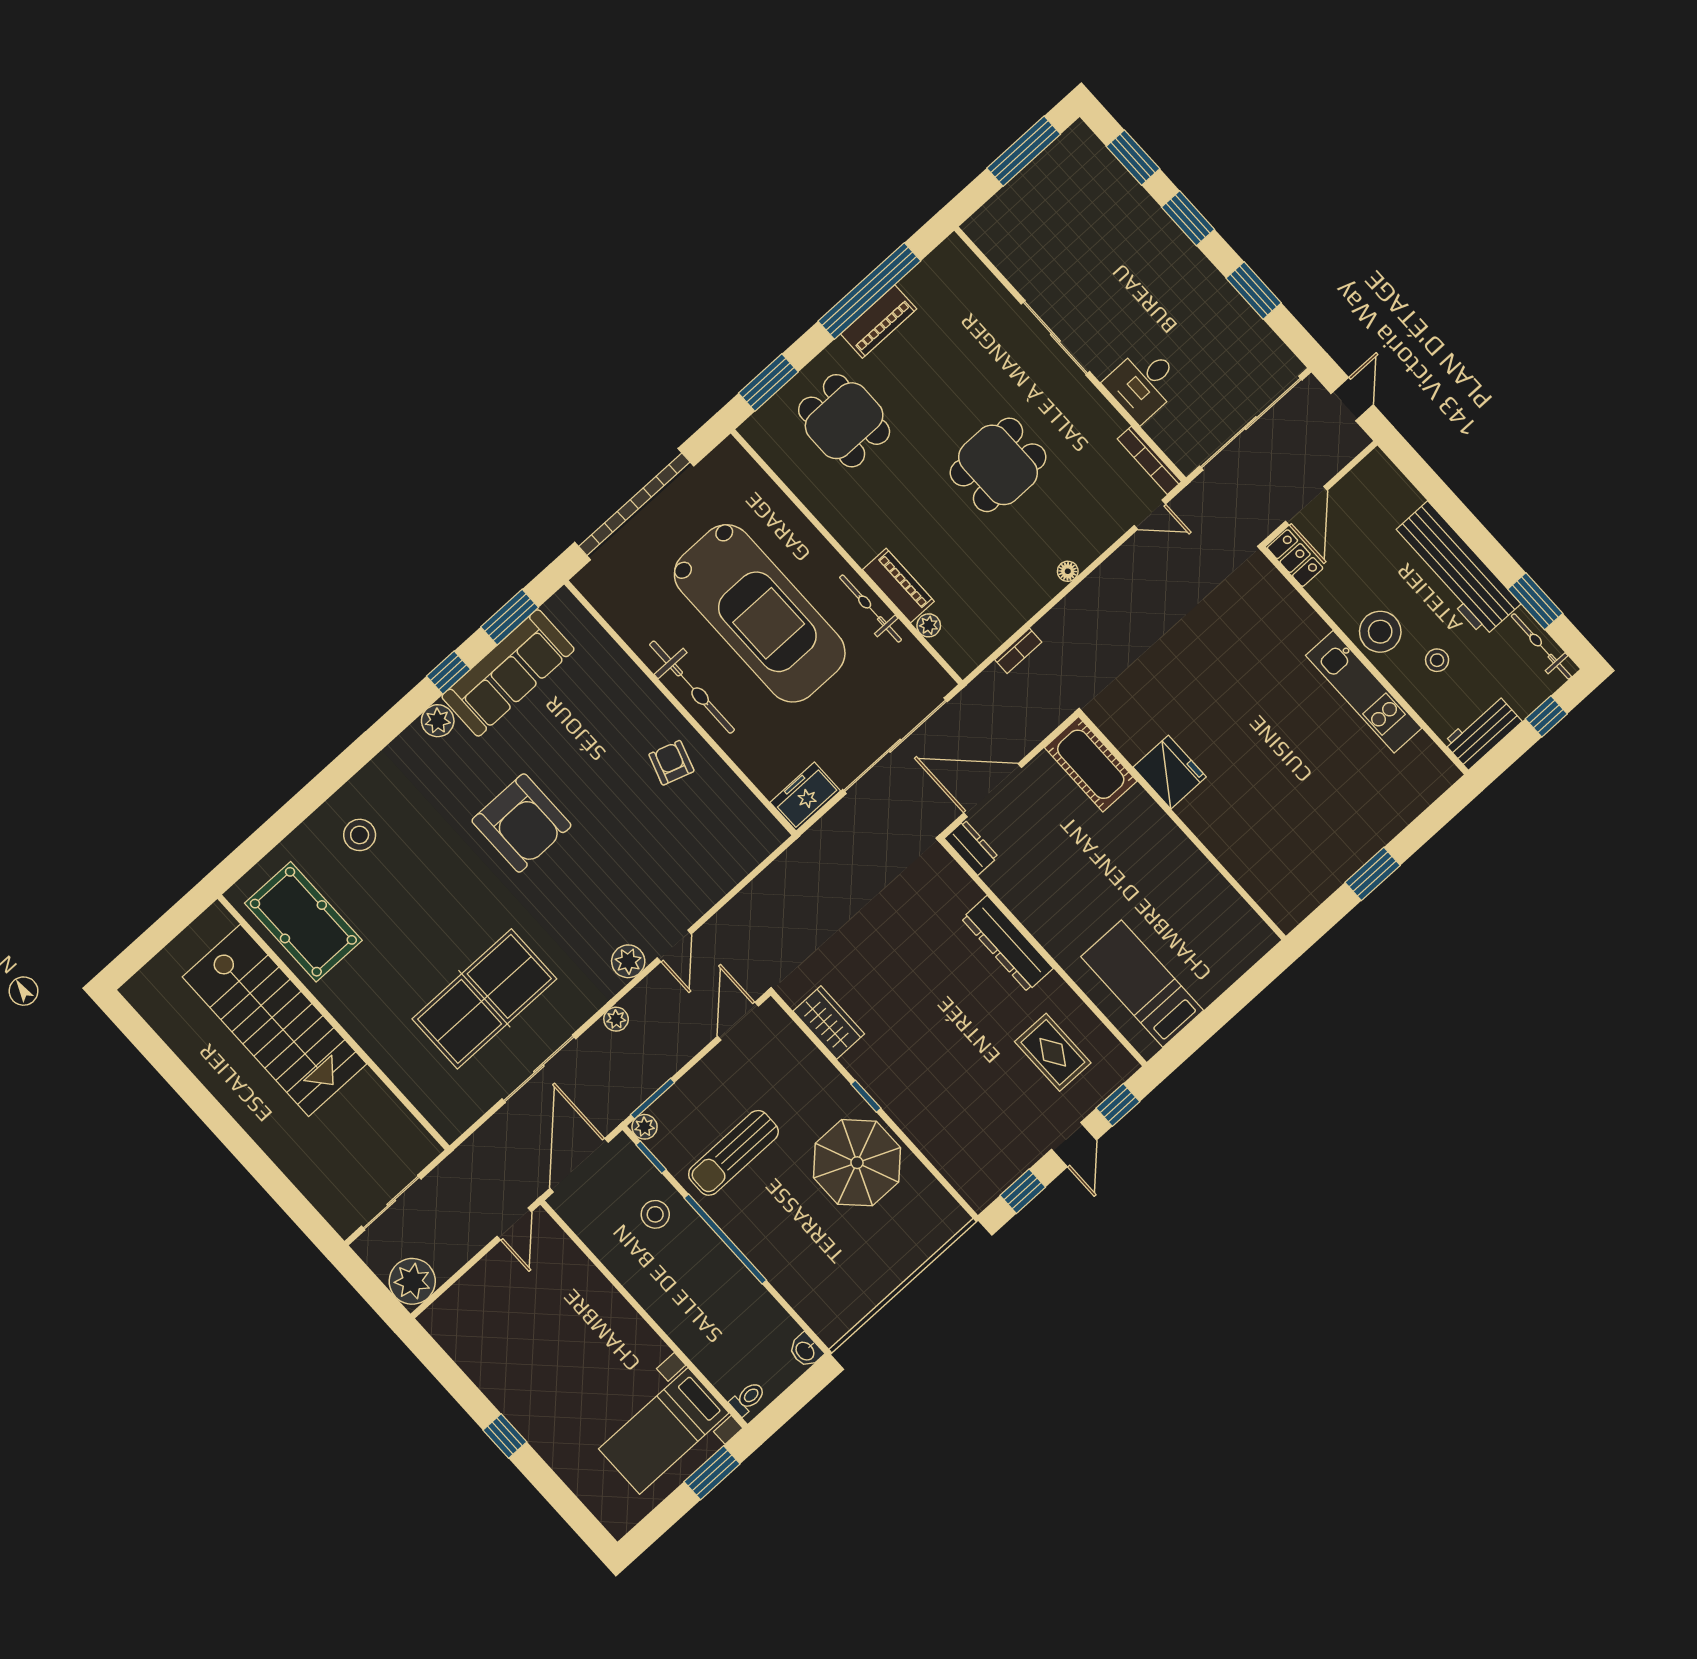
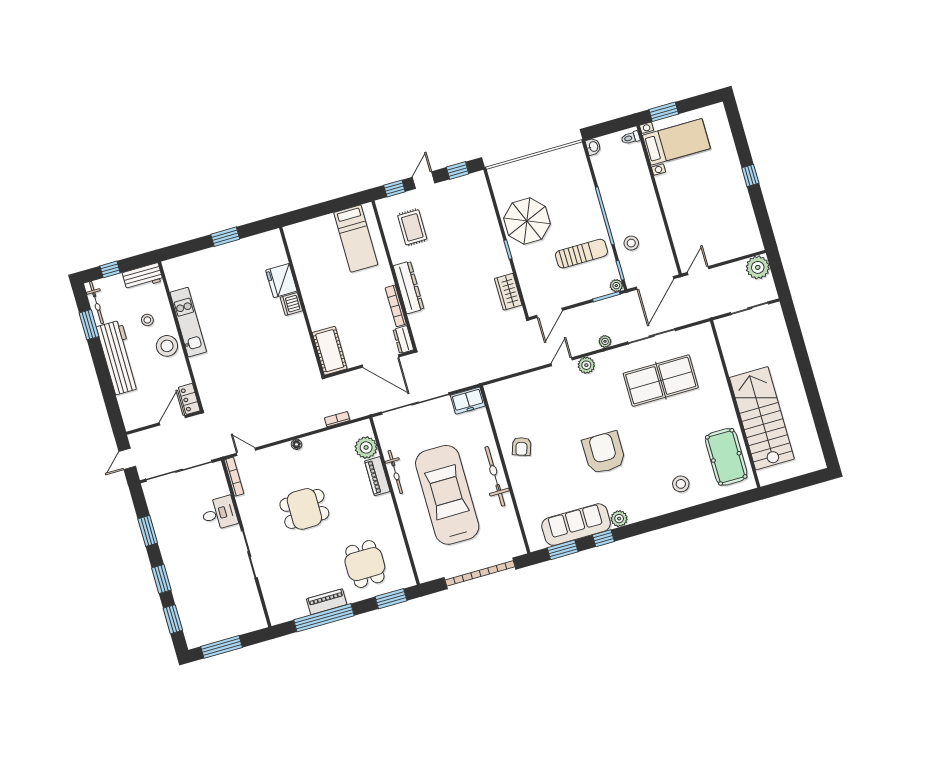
plant: (929, 625) -> (366, 447), width x1.87, depth x1.87
fridge: (1170, 772) -> (281, 281), moved
dishwasher: (1198, 813) -> (291, 304), added
bookcase: (1014, 900) -> (396, 306), added

